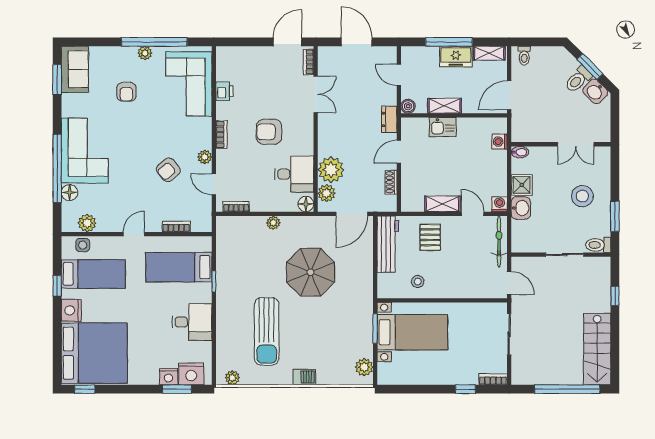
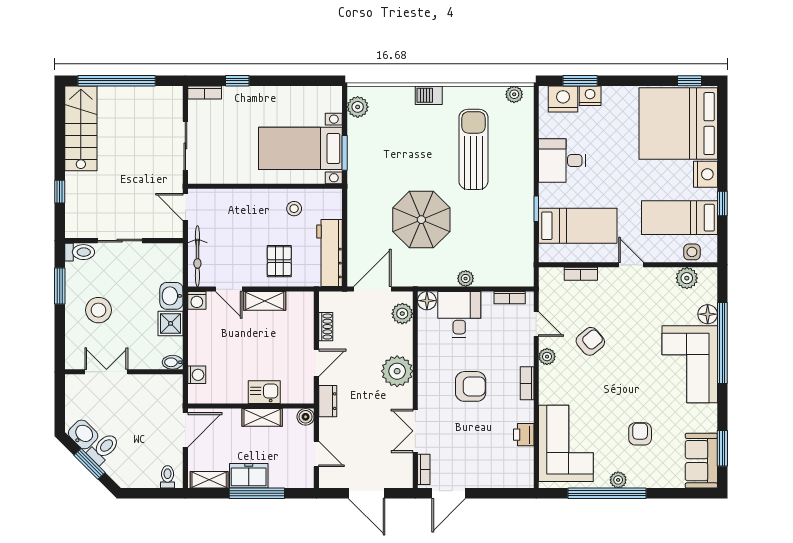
plant: (331, 170) -> (397, 371), moved
desk: (294, 174) -> (459, 315), moved, turned 90
door: (134, 234) -> (631, 265), swing flipped

